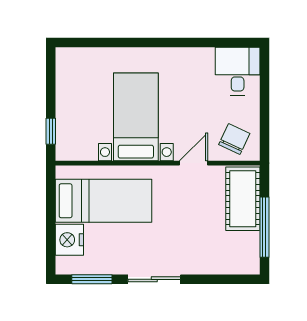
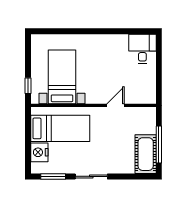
bed with nightstands: (136, 117) -> (62, 77), moved
chair: (234, 139) -> (140, 91), removed
cot: (243, 199) -> (146, 154), moved

